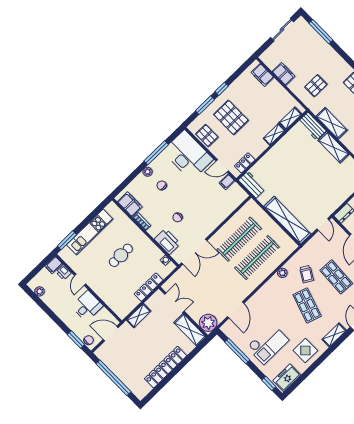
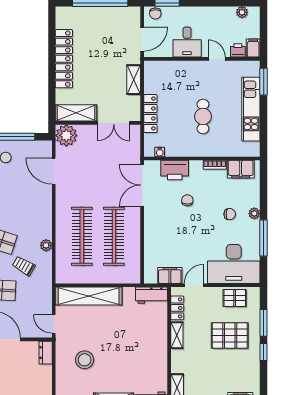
shelving: (274, 134) -> (177, 335), moved
filing cabinet: (227, 182) -> (170, 275), width x2.00
stool: (326, 187) -> (85, 360), added

